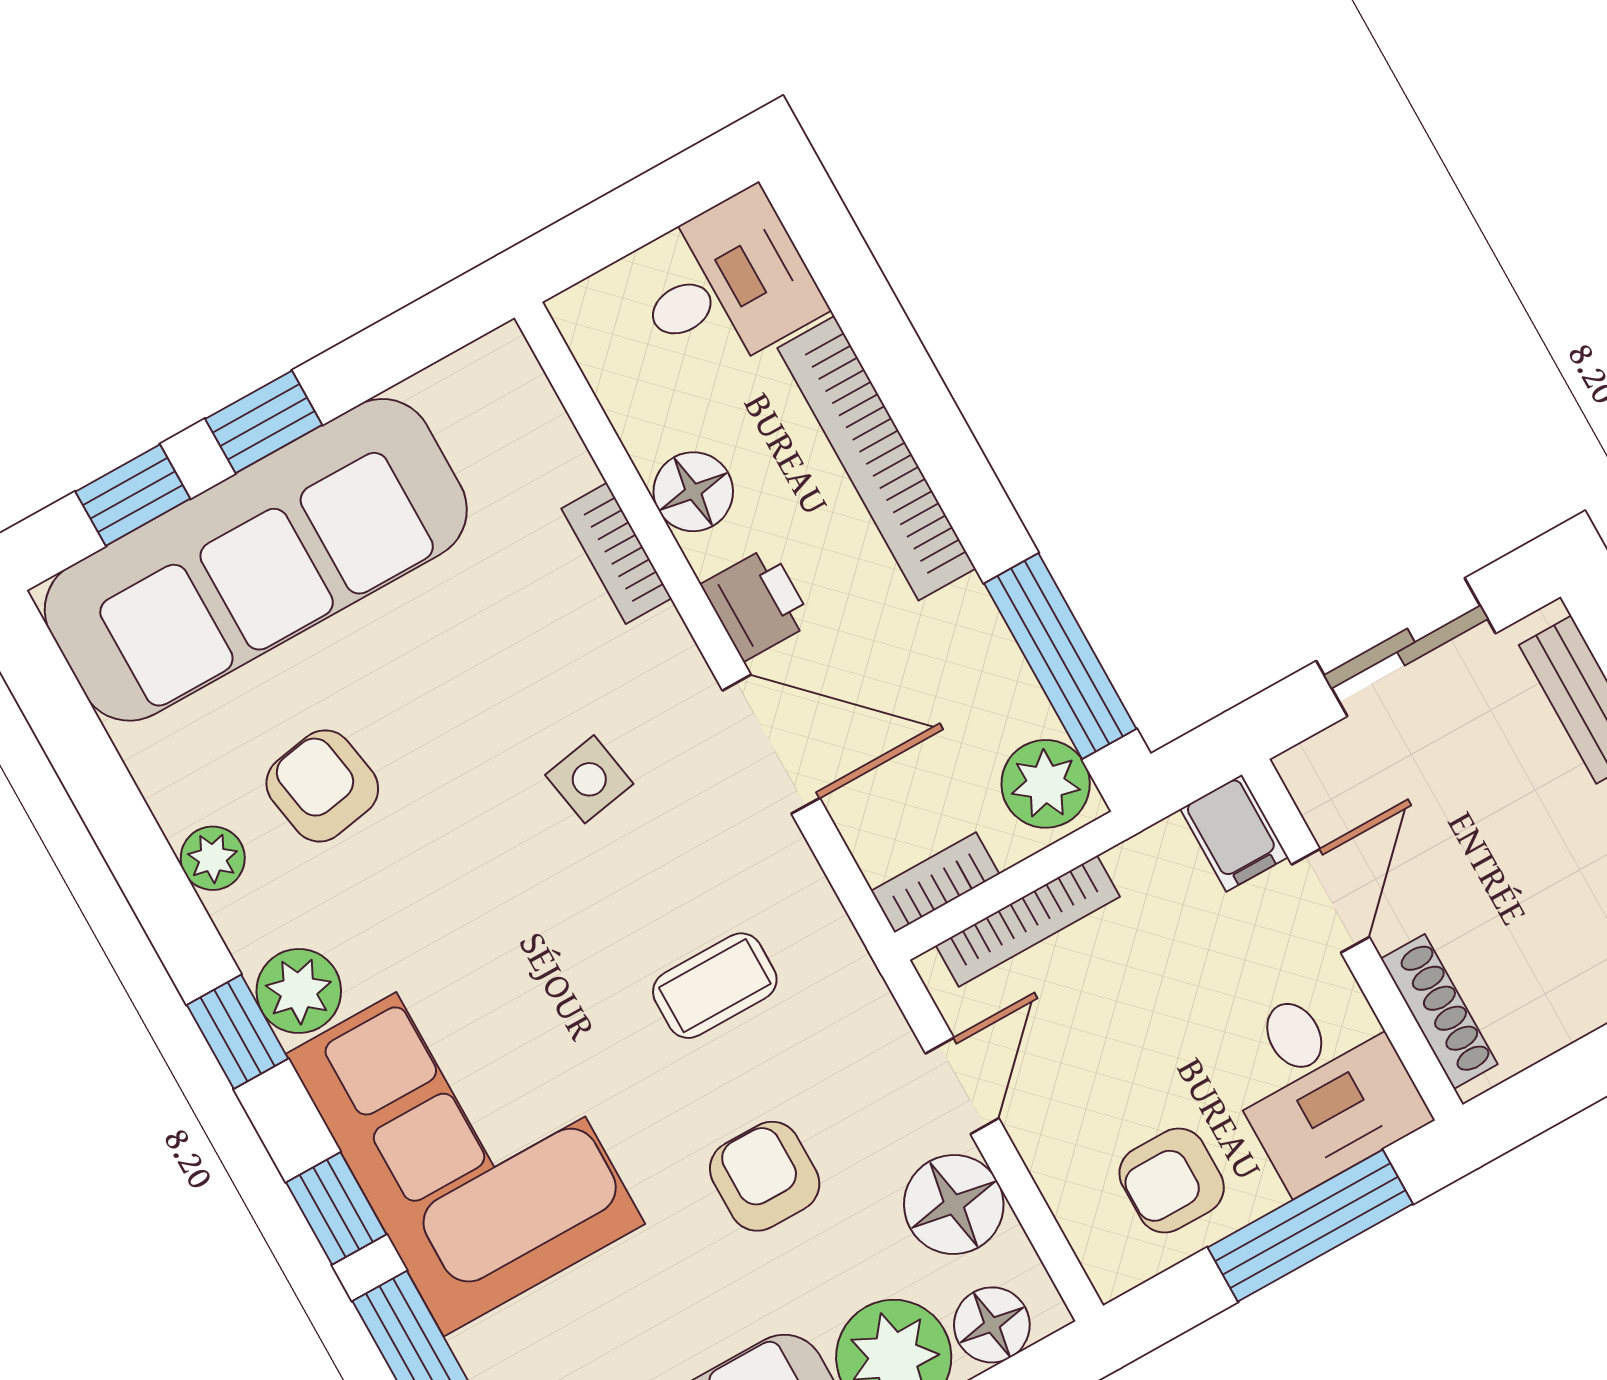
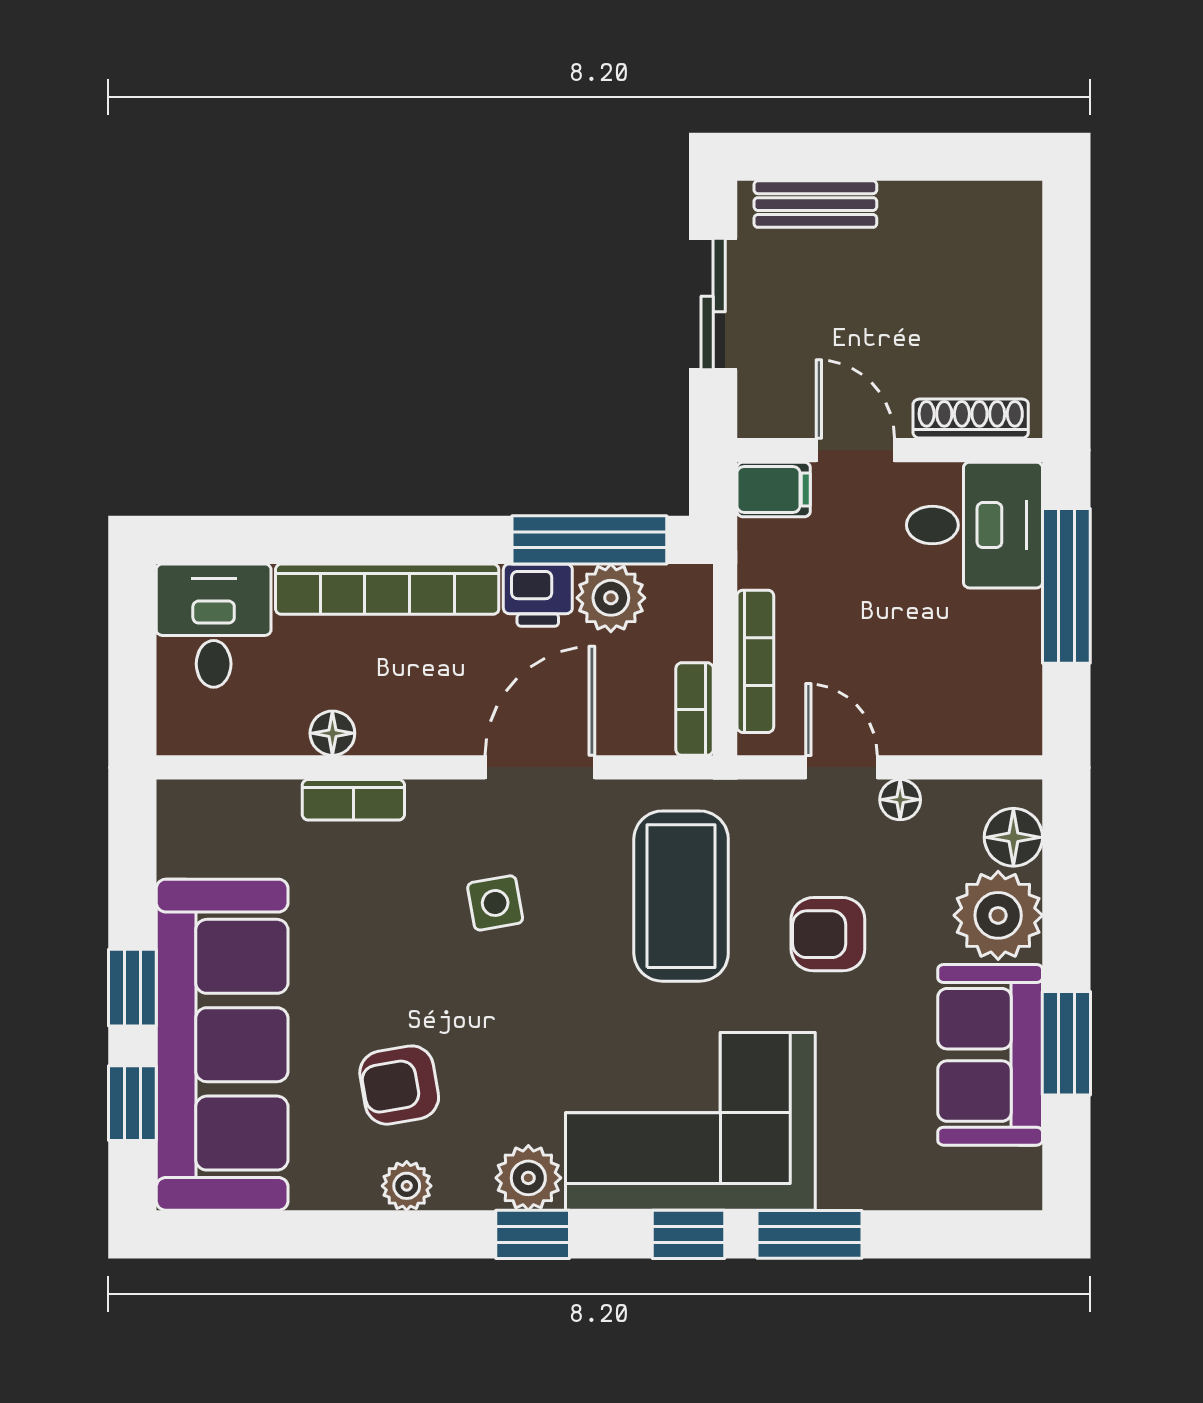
floor lamp: (693, 492) -> (332, 733), width x0.73, depth x0.73
printer: (757, 604) -> (538, 595), moved, turned 180
plant: (1046, 784) -> (611, 598), moved
coffee table: (715, 986) -> (681, 896), width x1.86, depth x1.72
armchair: (1172, 1180) -> (984, 662), removed
floor lamp: (954, 1205) -> (900, 800), width x0.53, depth x0.53

